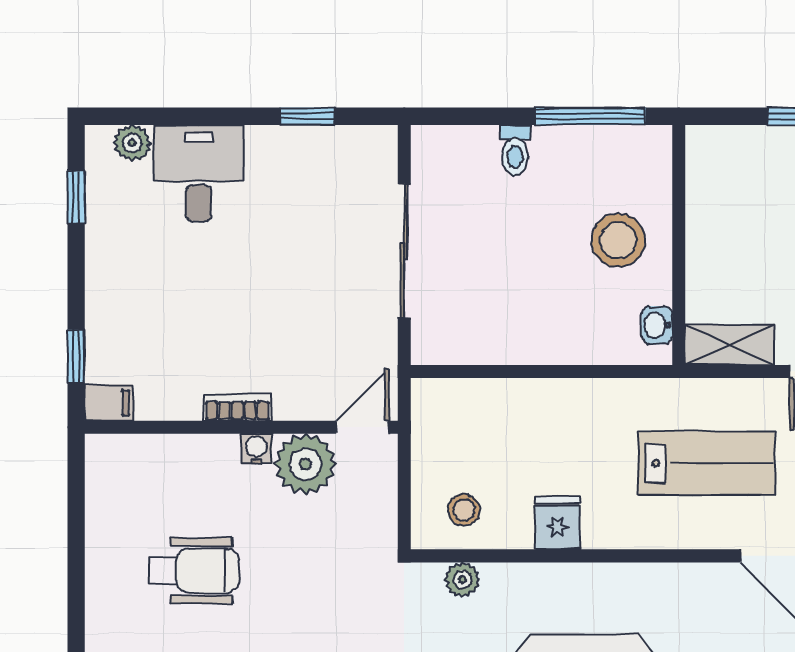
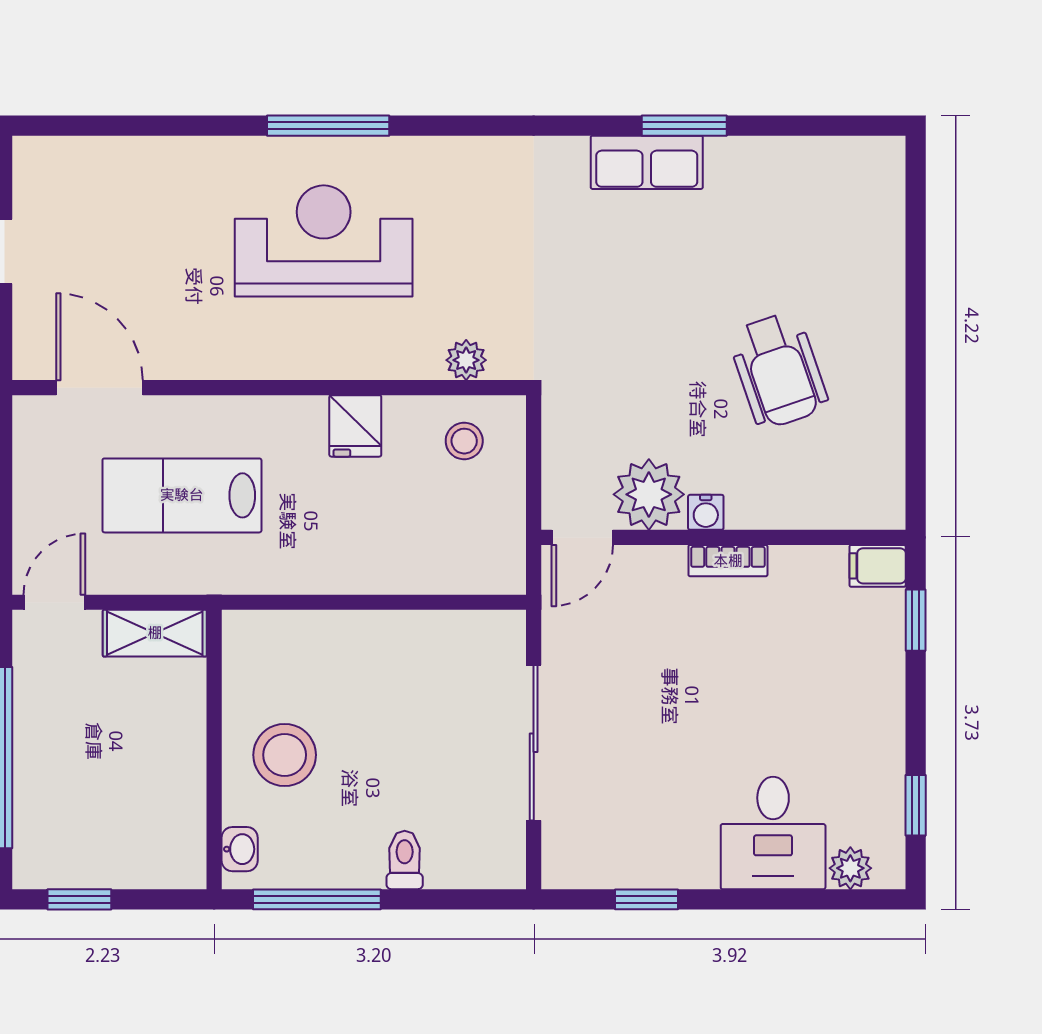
washbasin: (657, 325) -> (240, 849), moved
wheelchair: (194, 571) -> (778, 370), turned -109

